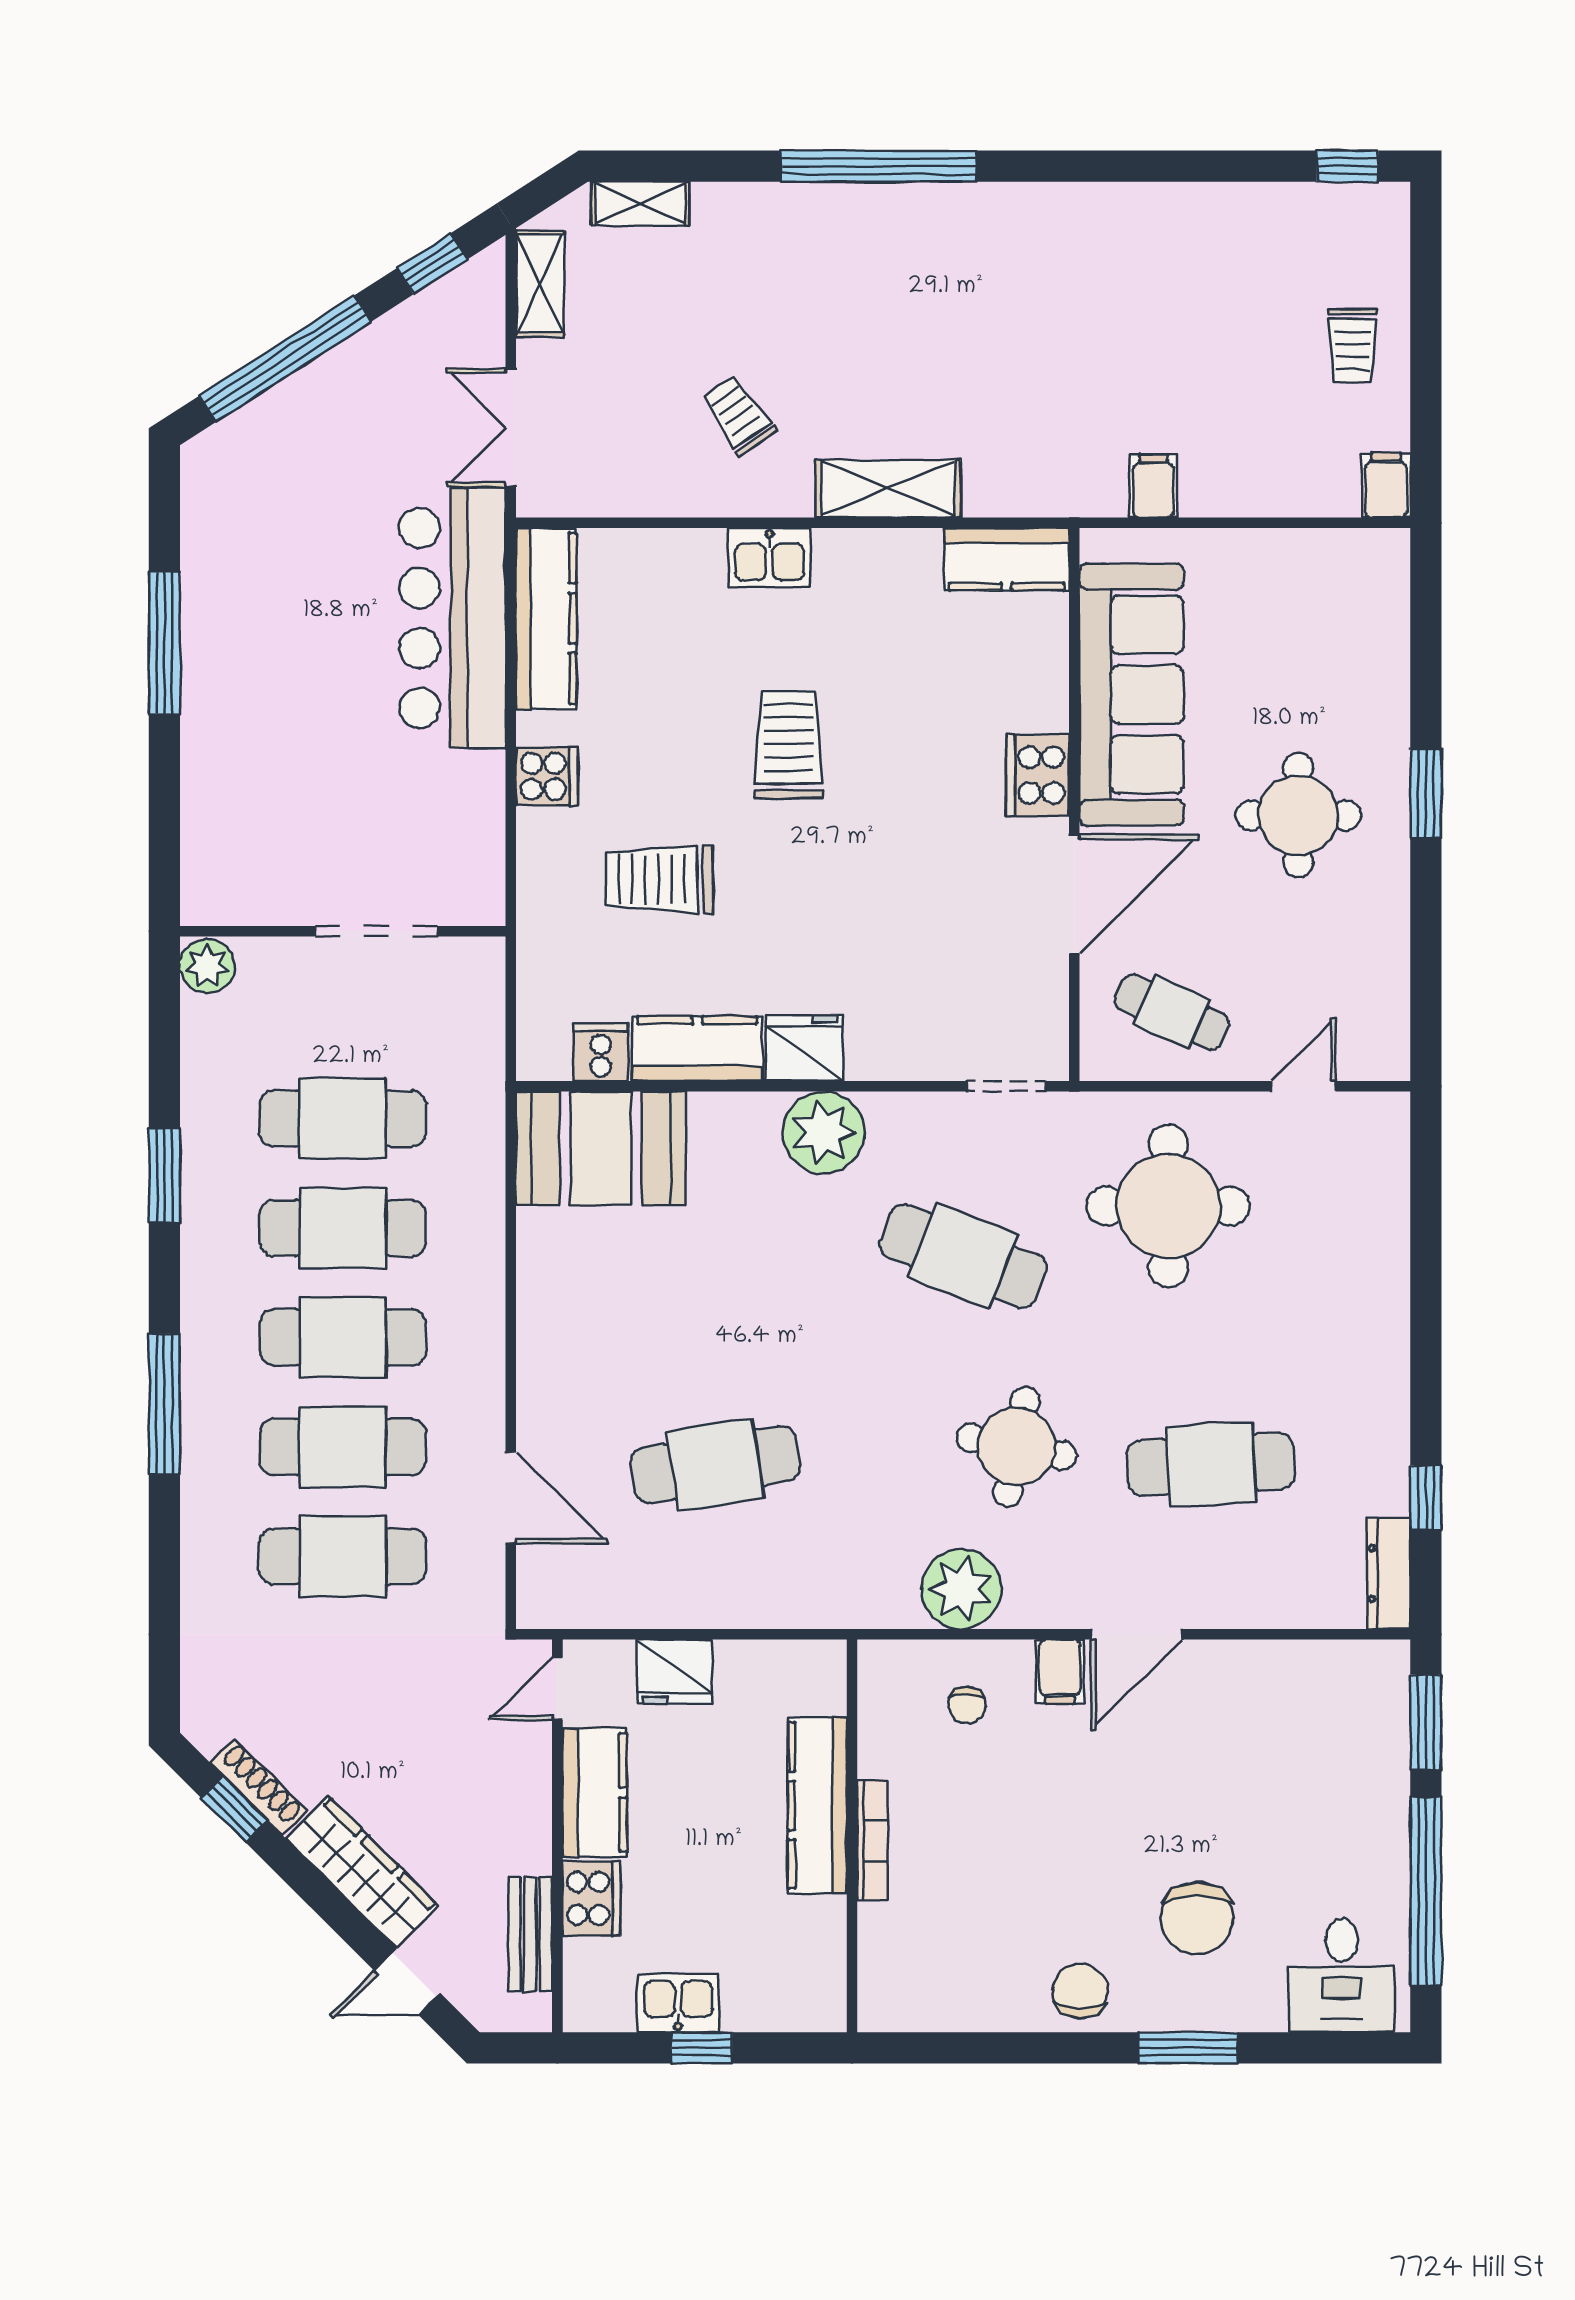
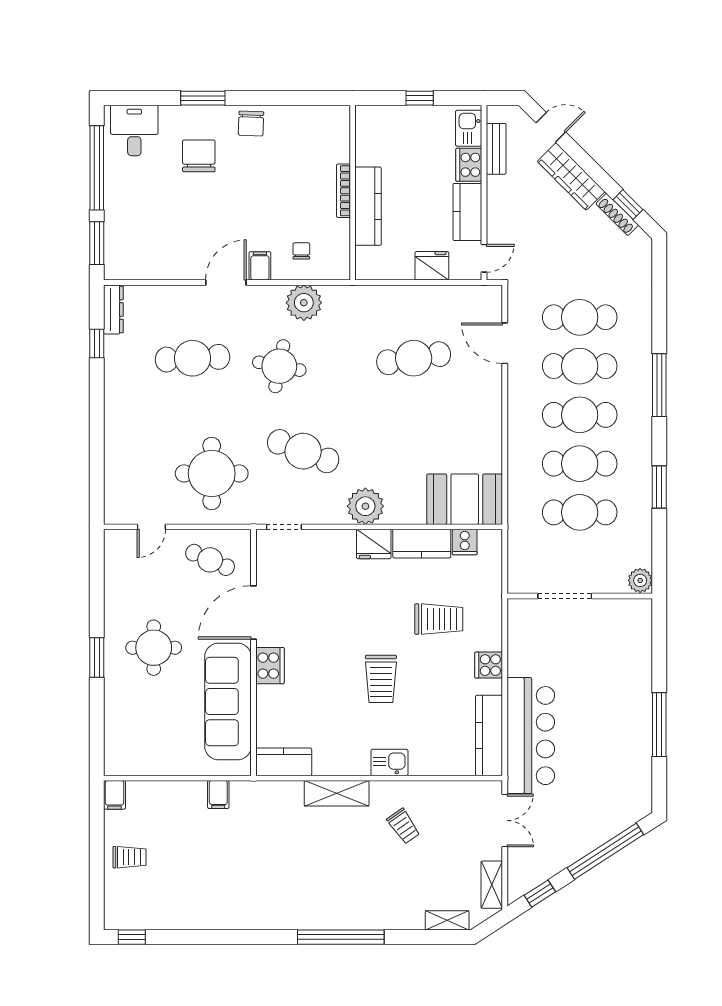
trolley: (1353, 345) -> (129, 857), turned 90
kitchen sink: (678, 2003) -> (469, 128), moved, turned 90

